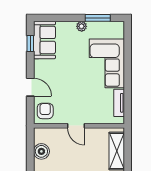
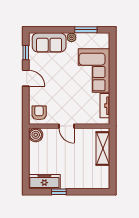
sofa: (44, 40) -> (49, 42), moved, turned 90
door: (30, 87) -> (26, 78), moved
boiler: (41, 151) -> (36, 135), moved

